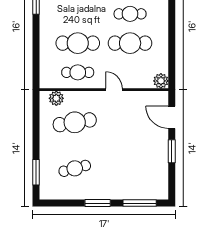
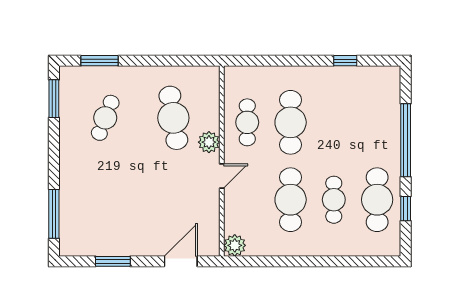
plant: (56, 98) -> (209, 142), moved
window: (172, 151) -> (113, 261), moved
cafe table: (75, 168) -> (105, 118), turned 36
window: (98, 203) -> (54, 99), moved

